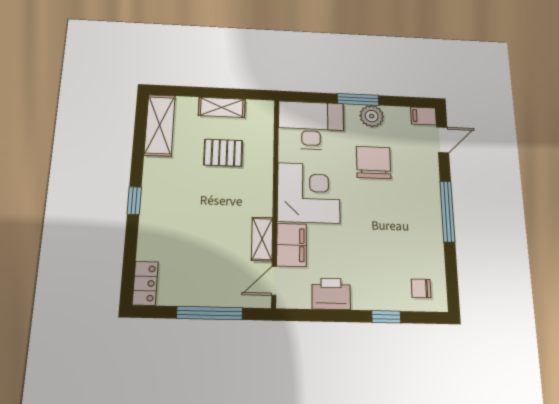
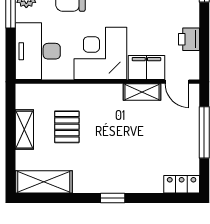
printer: (331, 294) -> (189, 39), width x0.73, depth x0.81

